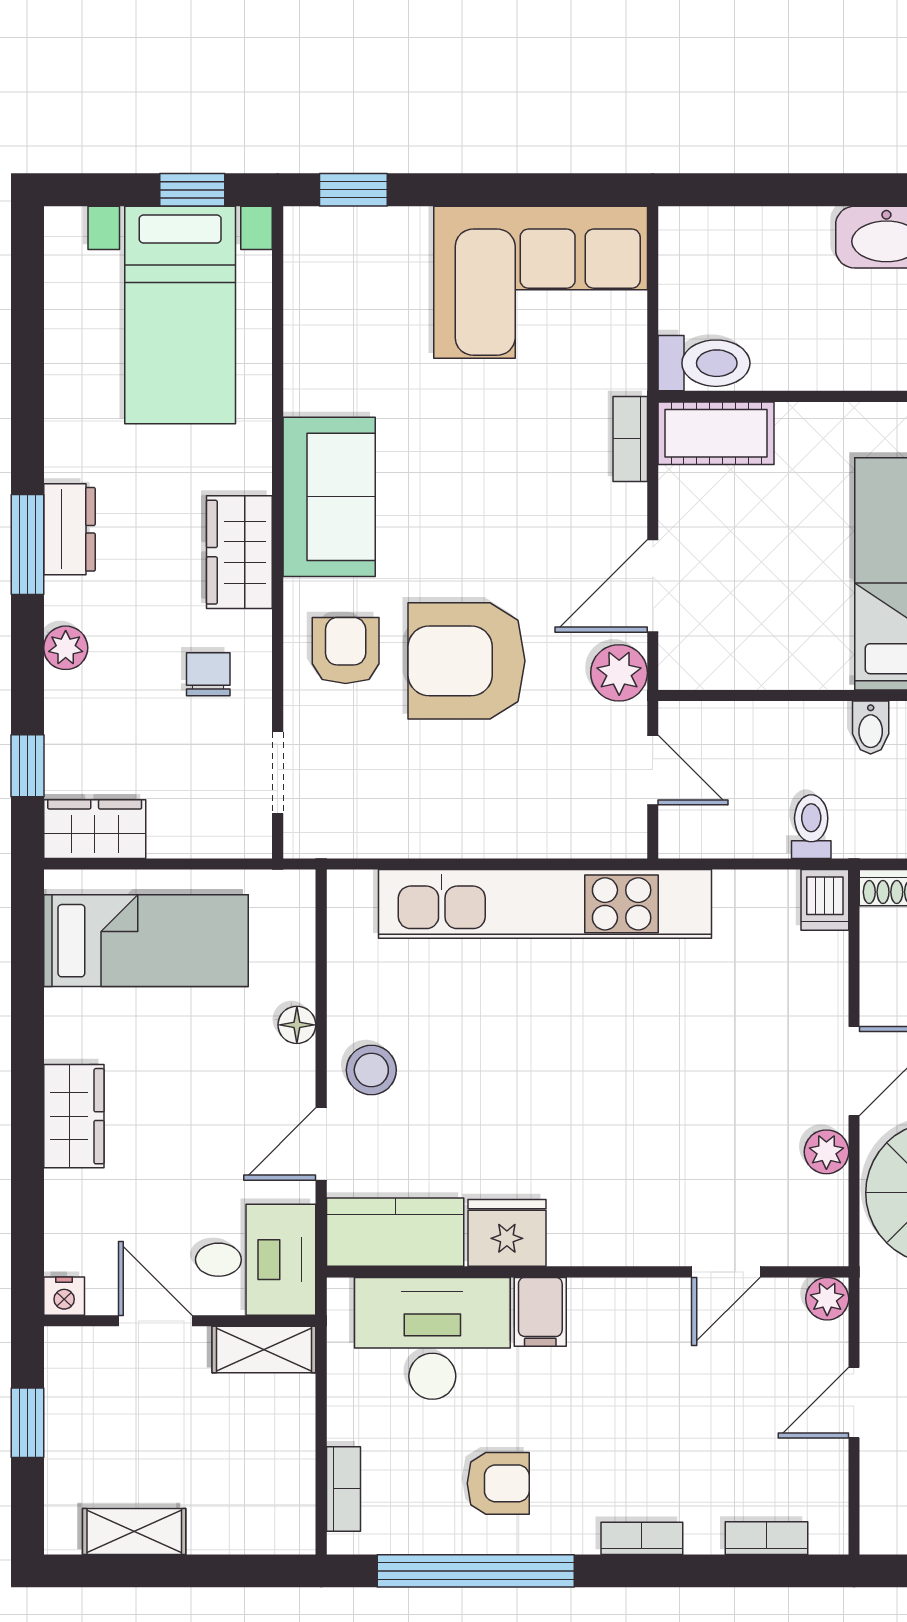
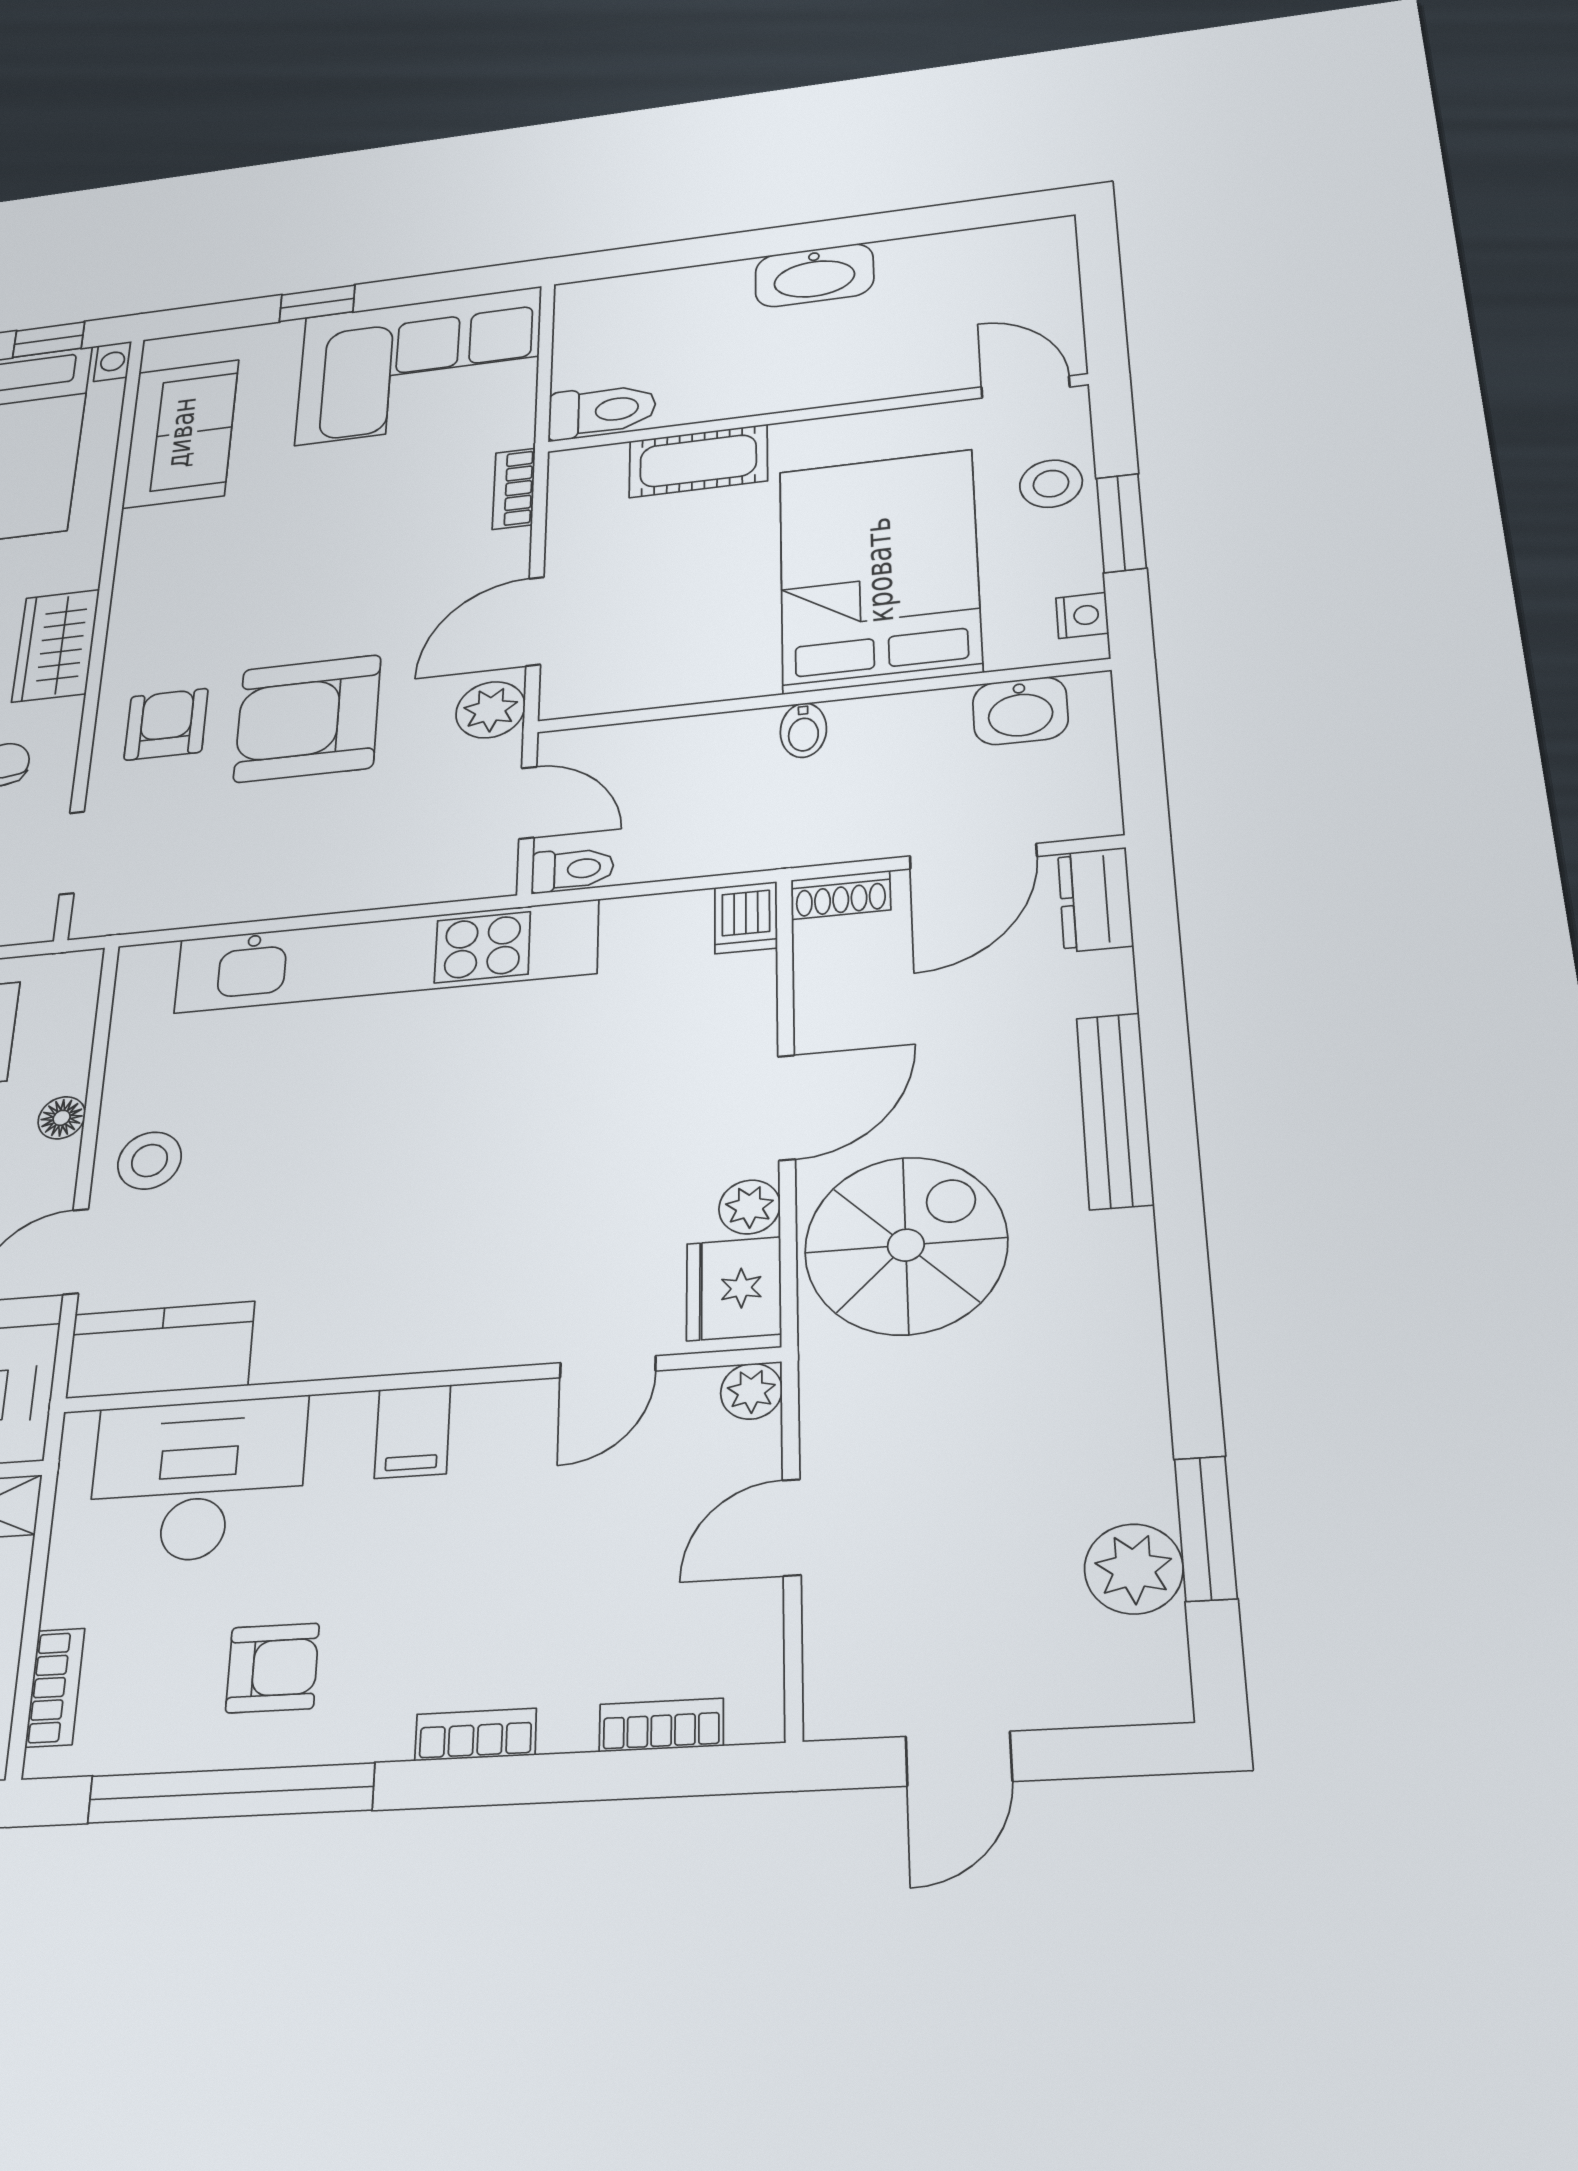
window: (353, 190) -> (317, 303), moved
cot: (716, 433) -> (698, 461), moved
sofa: (329, 497) -> (181, 433), moved
toilet: (811, 827) -> (572, 869), moved, turned 90
fridge: (507, 1233) -> (734, 1289), moved, turned -90
filing cabinet: (540, 1312) -> (413, 1431), moved

